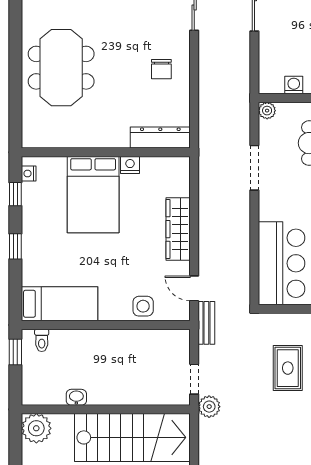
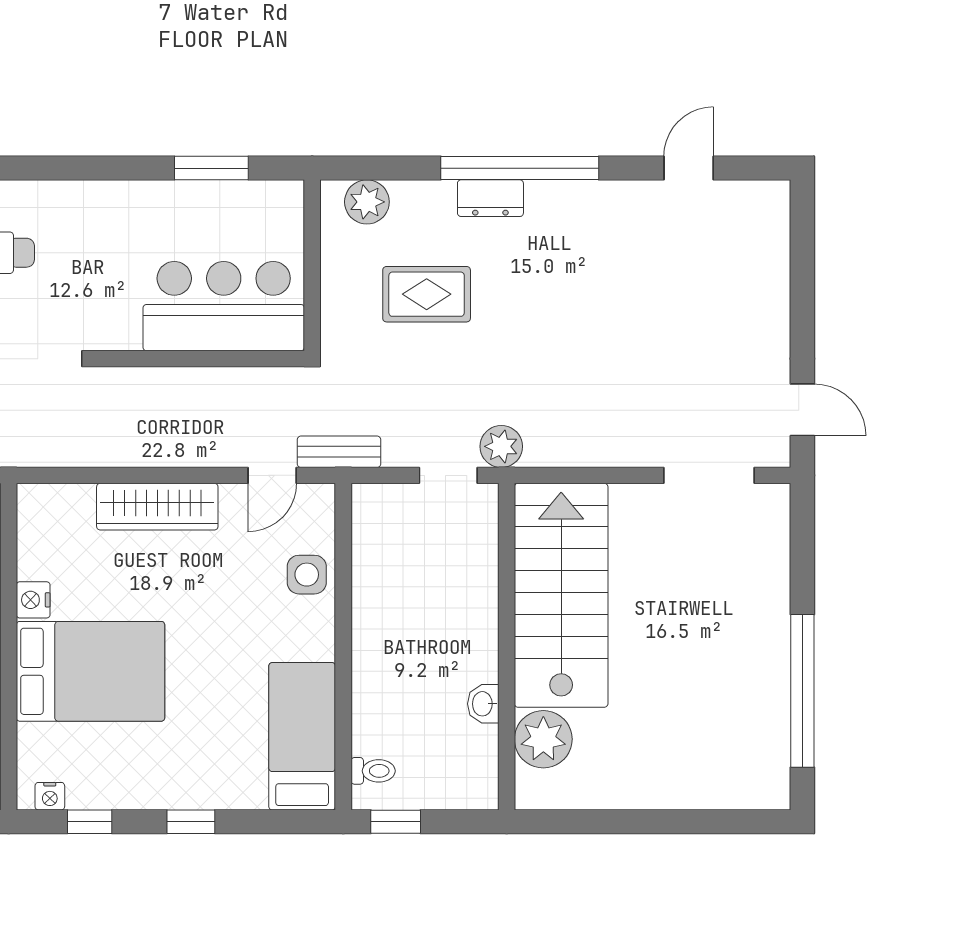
plant: (36, 428) -> (543, 739), moved

